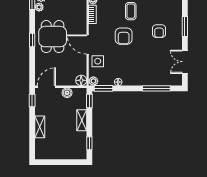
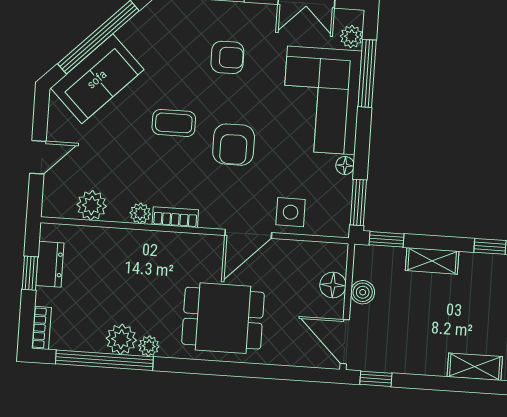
armchair: (124, 36) -> (234, 145), turned 90
window: (32, 40) -> (228, 369), removed
corner sofa: (144, 71) -> (321, 100), added
floor lamp: (81, 80) -> (333, 285), moved
plant: (93, 81) -> (351, 37), moved
shelving: (40, 127) -> (475, 367), moved

